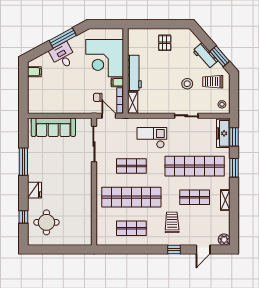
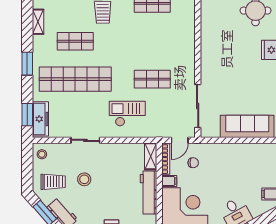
door: (109, 116) -> (180, 140), hinge flipped
checkout: (152, 138) -> (127, 114), turned 180
window: (234, 168) -> (27, 64), moved
shop shelf: (131, 197) -> (152, 41), removed
shelving: (225, 200) -> (38, 22), moved

